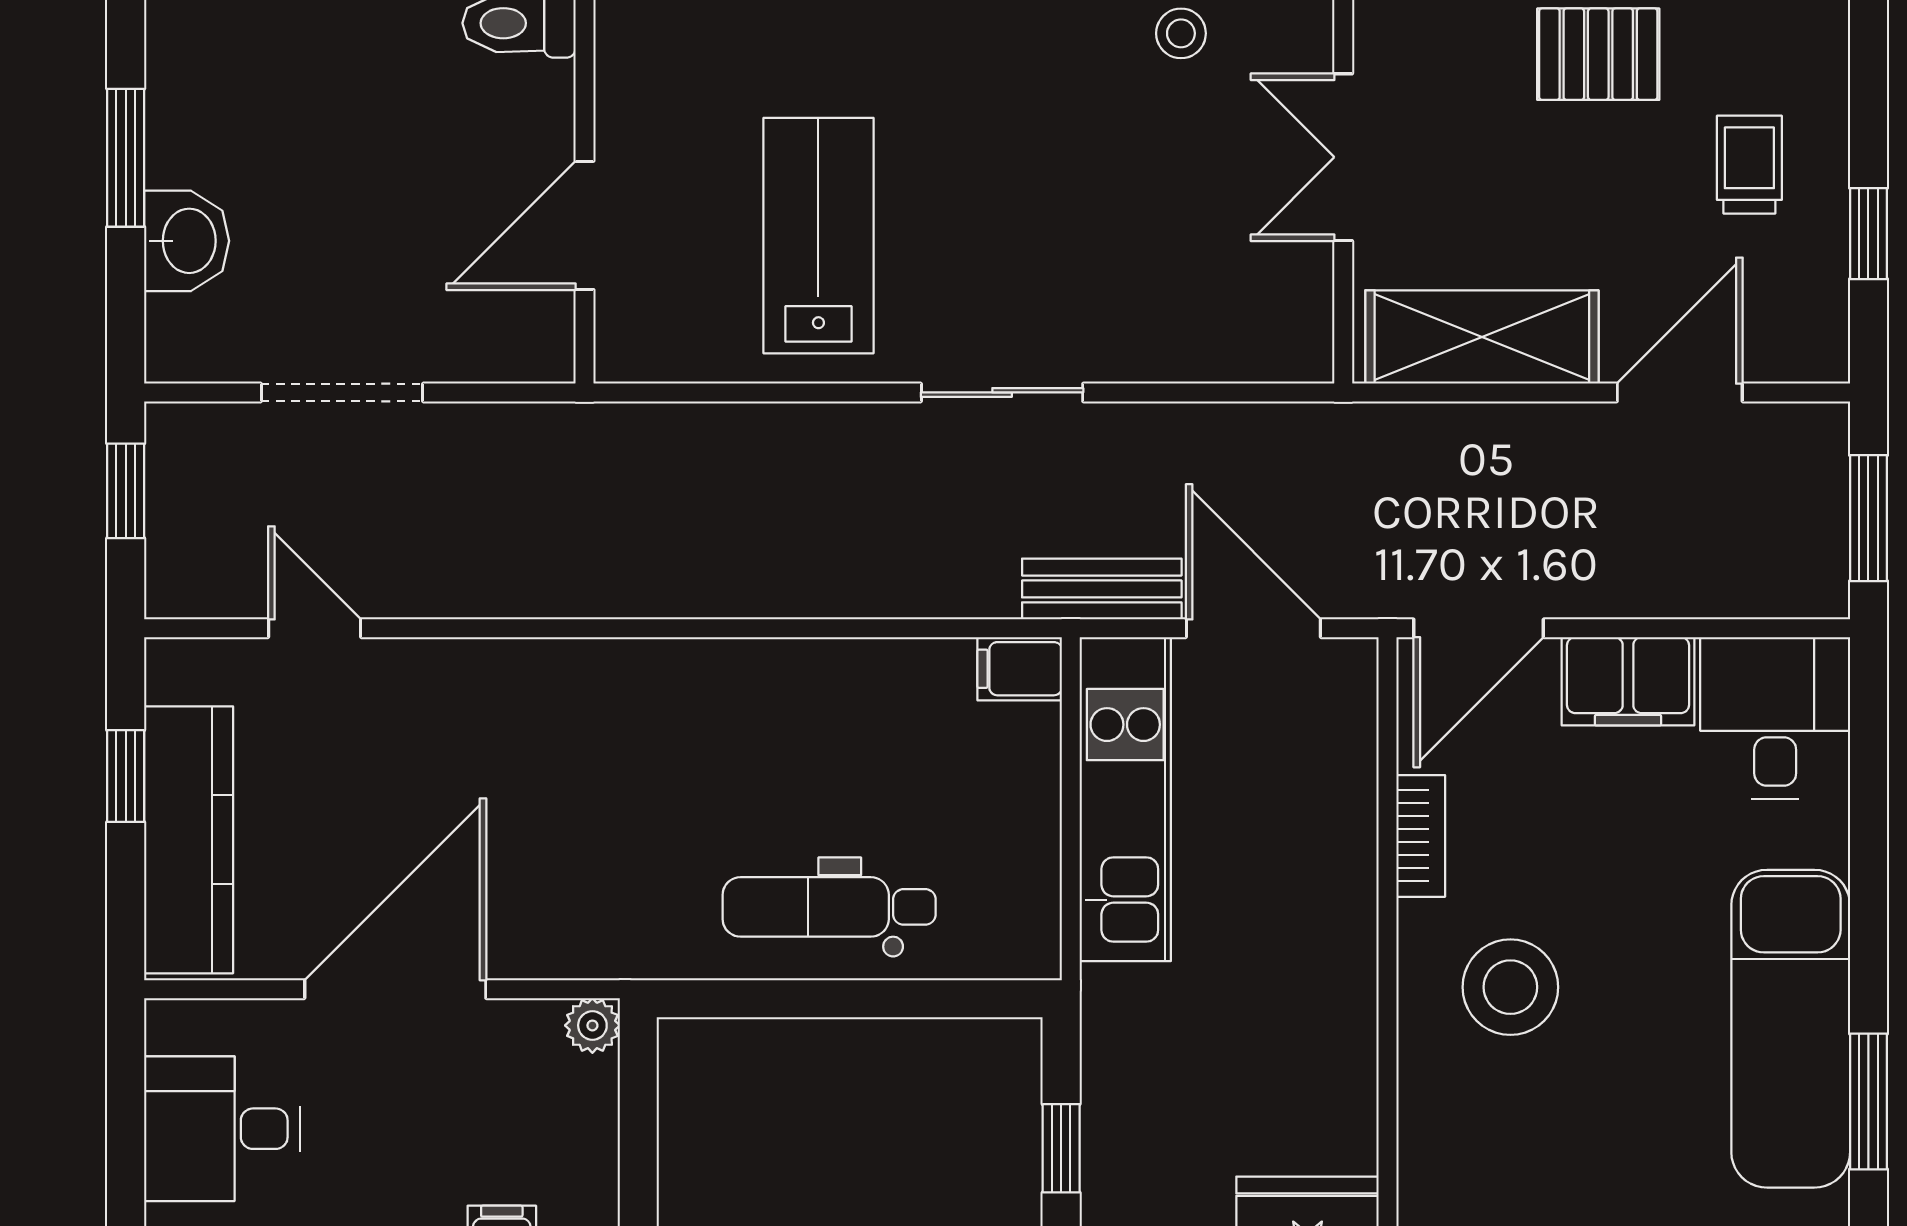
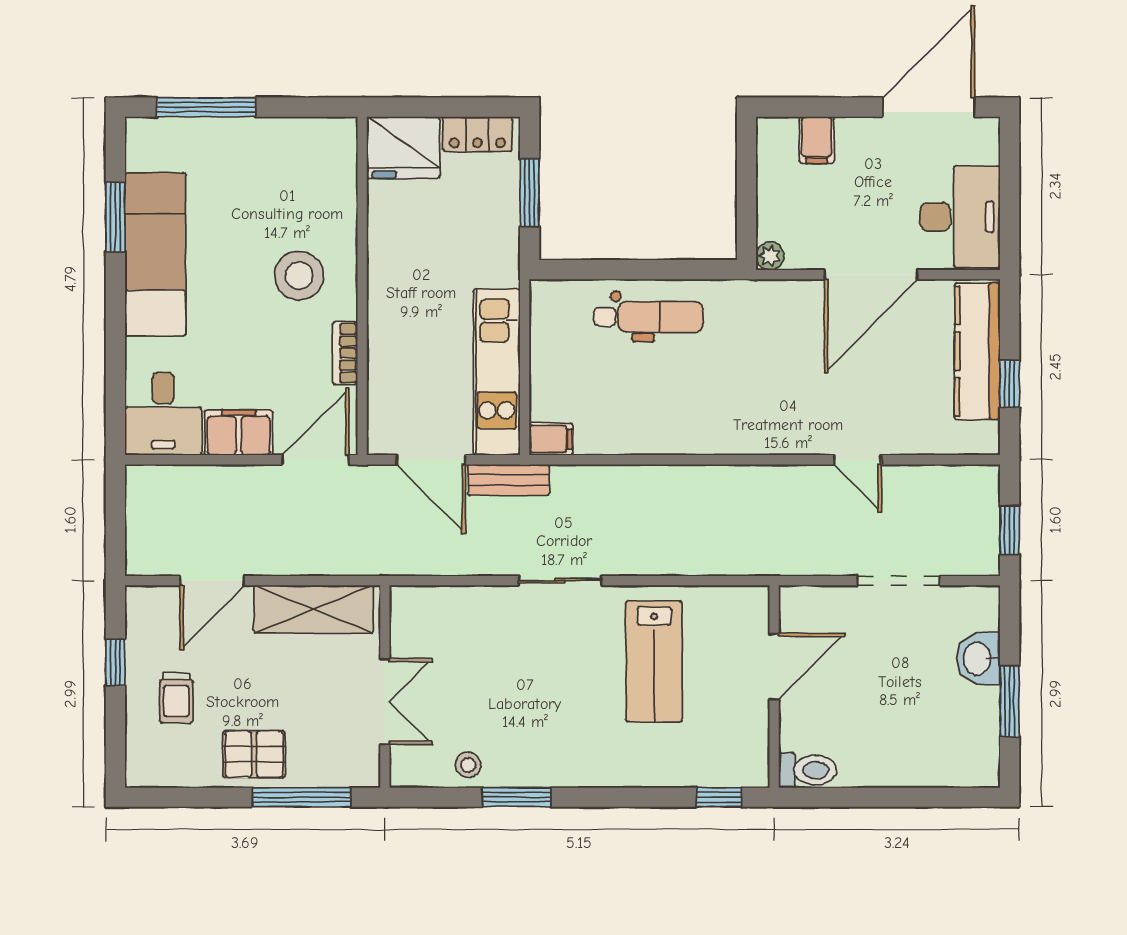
window: (1868, 518) -> (115, 516), removed
door: (315, 628) -> (858, 460), moved
desk: (222, 1129) -> (960, 217), width x1.37
window: (1061, 1148) -> (530, 193), width x1.50

